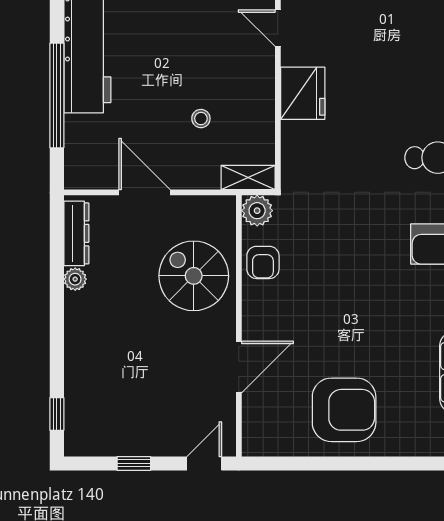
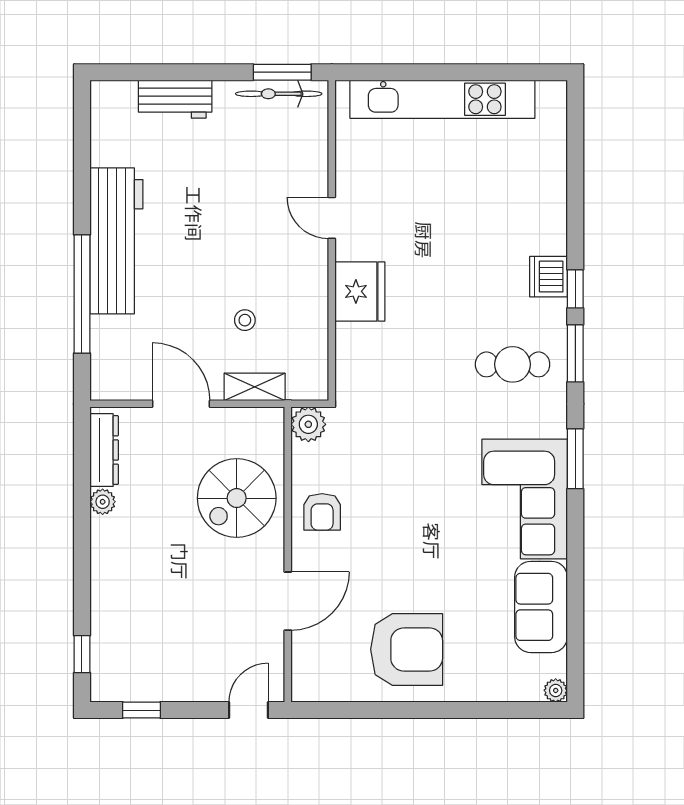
shelving: (248, 178) -> (255, 387), moved
armchair: (263, 262) -> (322, 512), moved
spiral stairs: (194, 276) -> (237, 498), turned -90
window: (134, 463) -> (142, 710), moved

